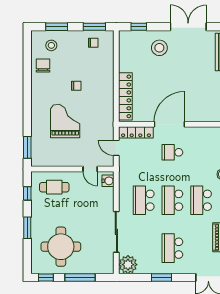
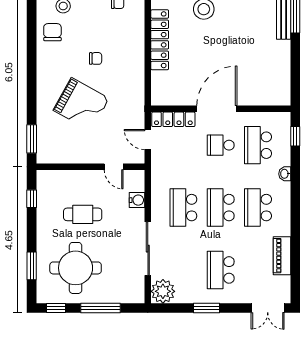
locker: (125, 96) -> (160, 40), moved
grand piano: (65, 121) -> (81, 104), turned 119
school desk: (201, 152) -> (258, 145), added
water cooler: (108, 181) -> (137, 200), moved
cafe table: (54, 187) -> (83, 214), moved
window: (27, 228) -> (32, 266), moved

